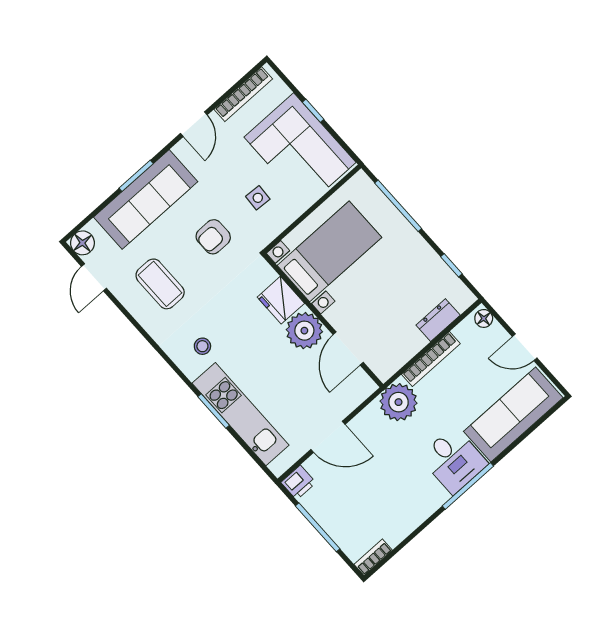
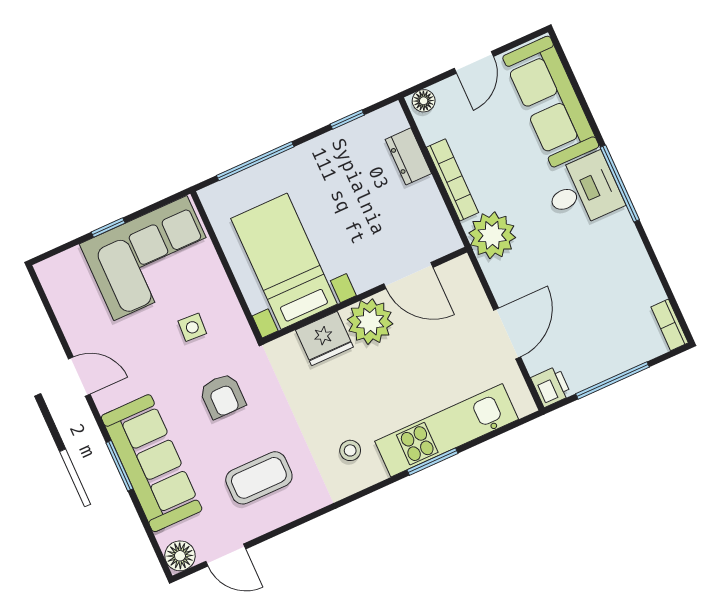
bookcase: (243, 94) -> (62, 305), removed

